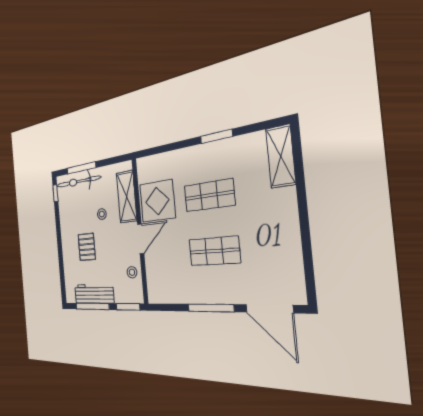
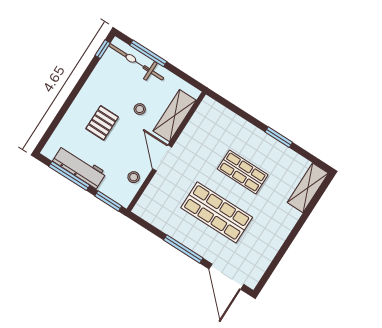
display table: (157, 201) -> (199, 142), removed
door: (141, 239) -> (162, 158), swing flipped
shop shelf: (214, 251) -> (217, 212), width x1.43, depth x1.36

